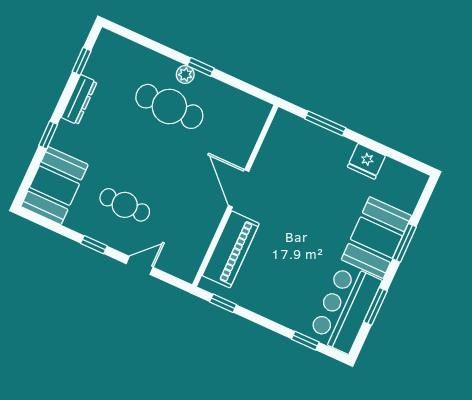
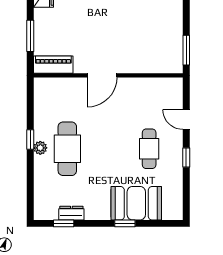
dresser: (79, 100) -> (71, 213), moved, width x0.70
booth: (54, 186) -> (136, 203), moved
piano: (231, 249) -> (53, 65), moved, width x0.73, depth x0.75
window: (223, 303) -> (186, 50), width x1.50

